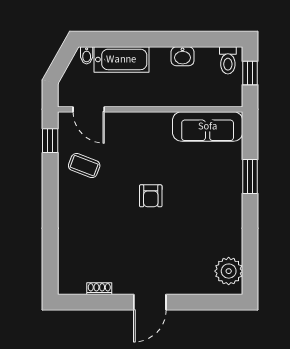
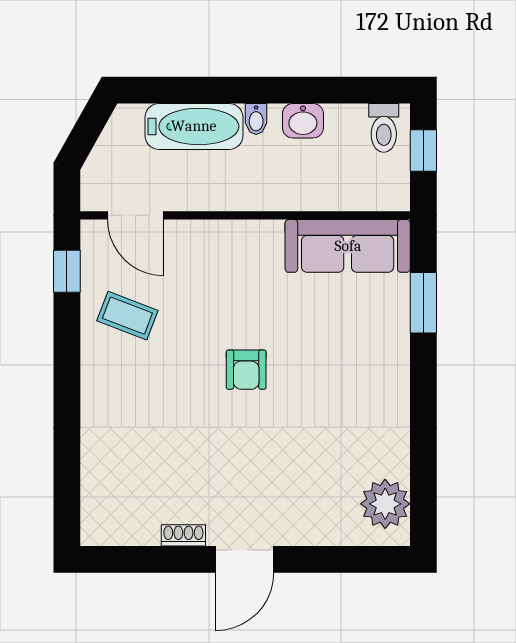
bidet: (87, 55) -> (256, 119), moved
window: (250, 177) -> (423, 303), moved
shoe rack: (99, 289) -> (183, 535), moved

